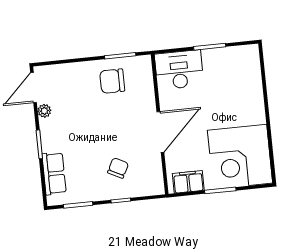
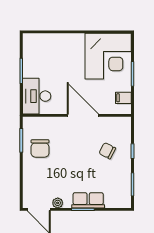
row of seats: (54, 173) -> (88, 200), moved
filing cabinet: (188, 182) -> (123, 98), width x0.50

